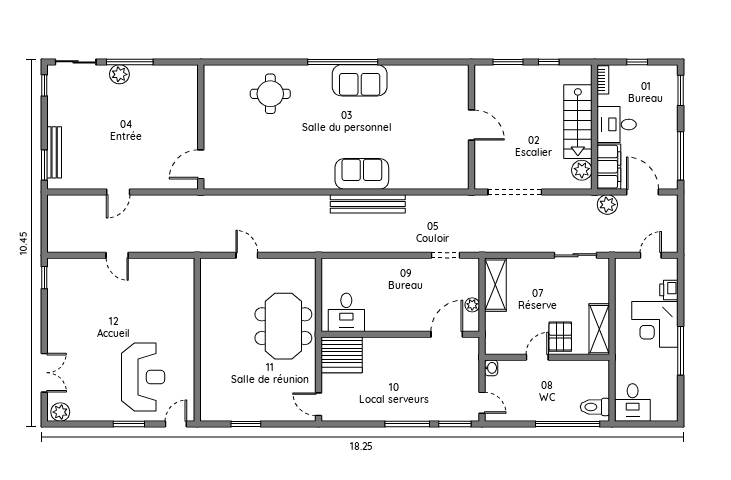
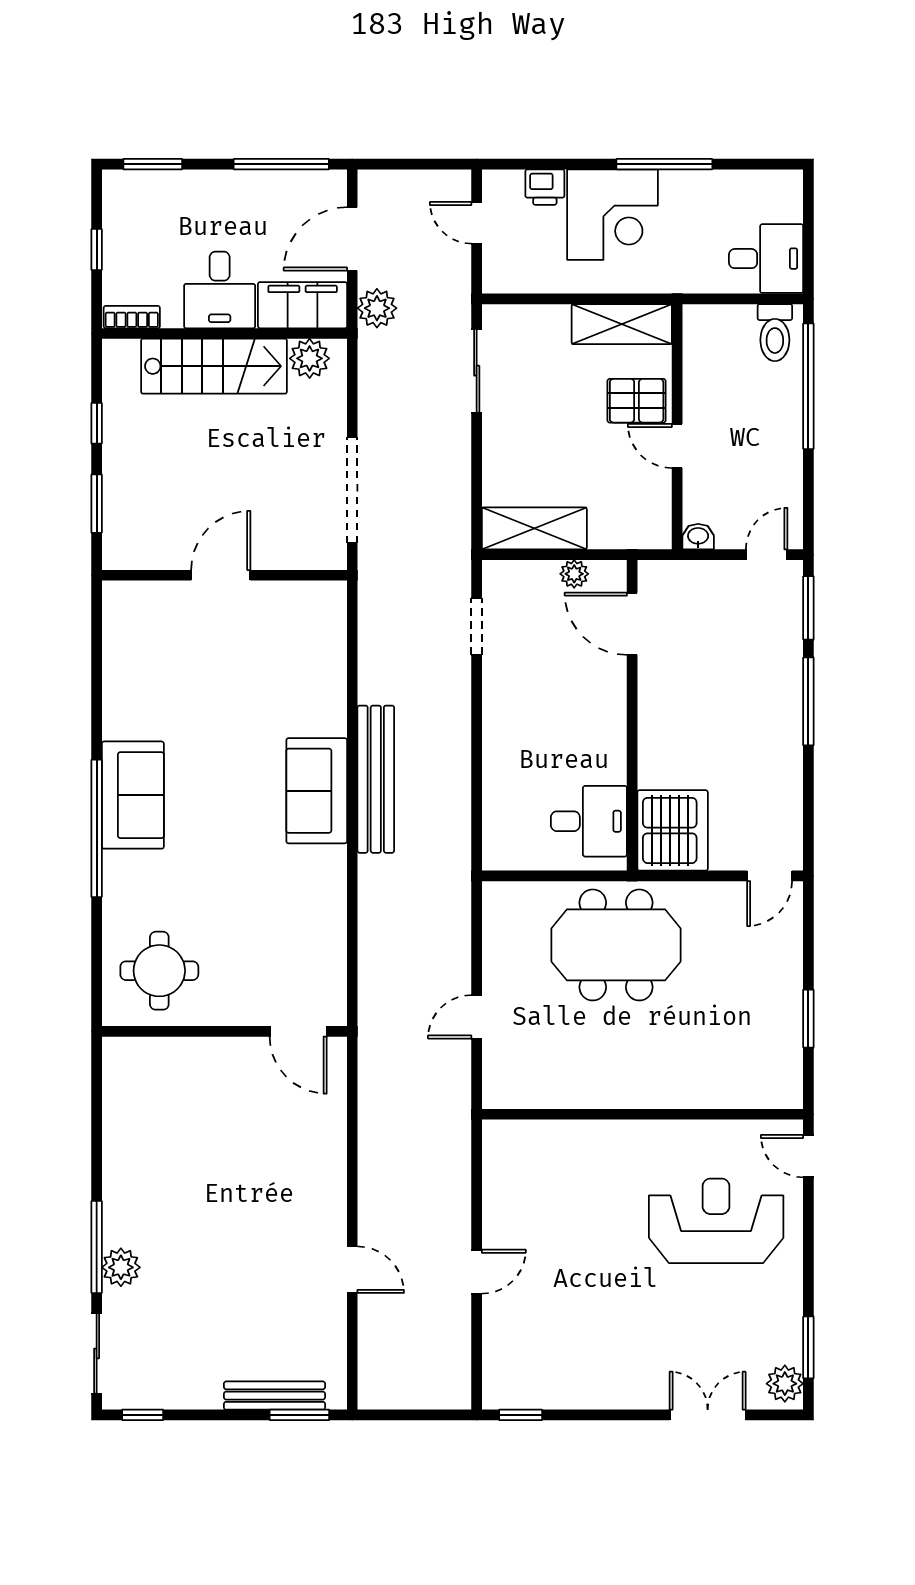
wall: (201, 127) -> (224, 1031), moved
door: (201, 164) -> (298, 1031), moved
window: (129, 424) -> (808, 1347), moved

